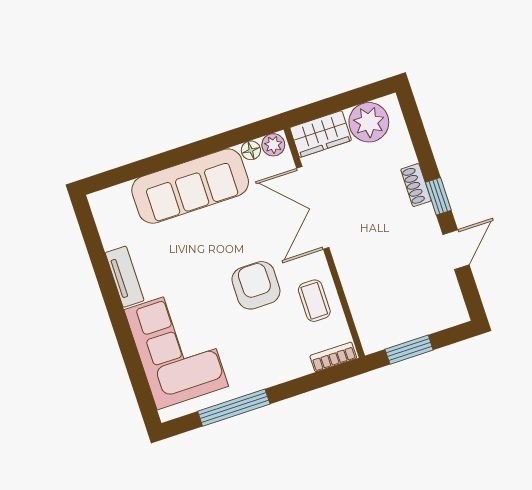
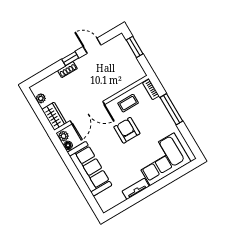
plant: (369, 122) -> (41, 98), width x0.53, depth x0.53
armchair: (256, 285) -> (127, 130), turned 90
window: (409, 350) -> (135, 47), moved
window: (234, 408) -> (171, 109), moved

